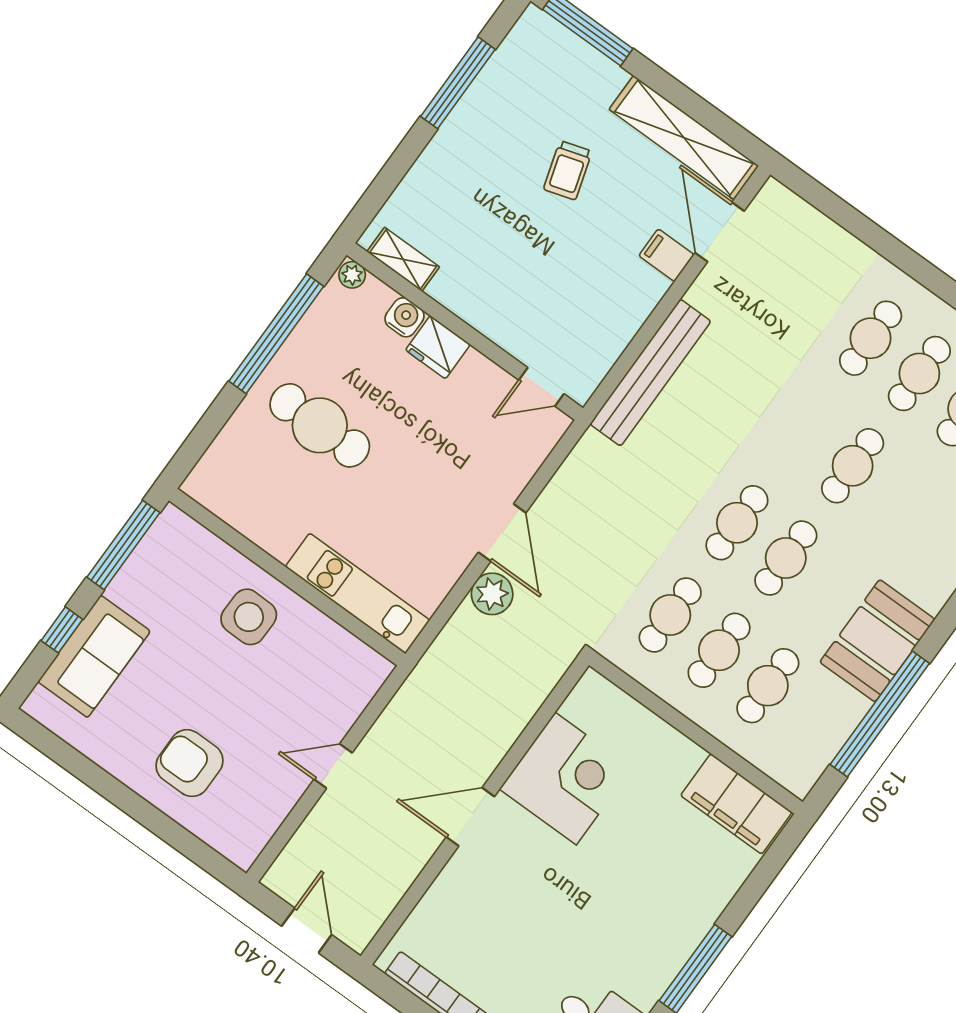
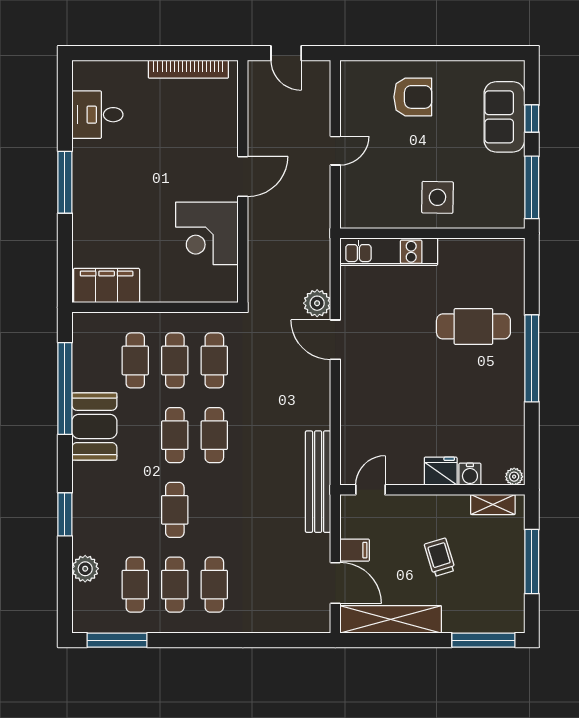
shelving: (403, 259) -> (493, 505), moved
plant: (352, 275) -> (514, 477), moved
water cooler: (405, 317) -> (470, 474), moved
wall: (465, 332) -> (432, 490), moved
fridge: (438, 347) -> (441, 471), moved
door: (541, 387) -> (370, 490), moved

